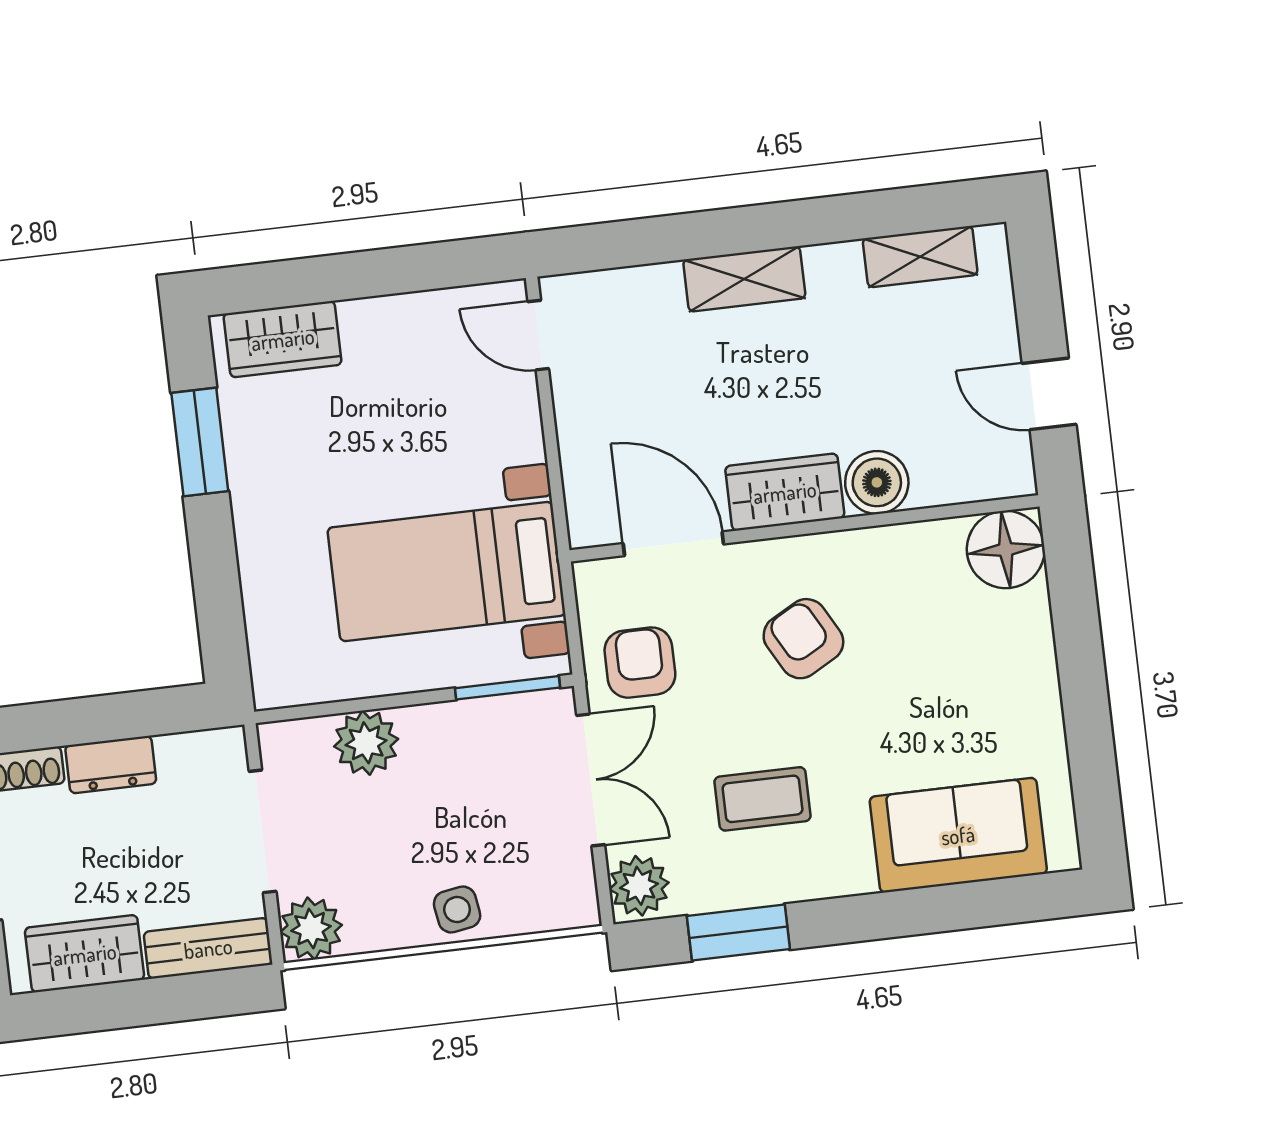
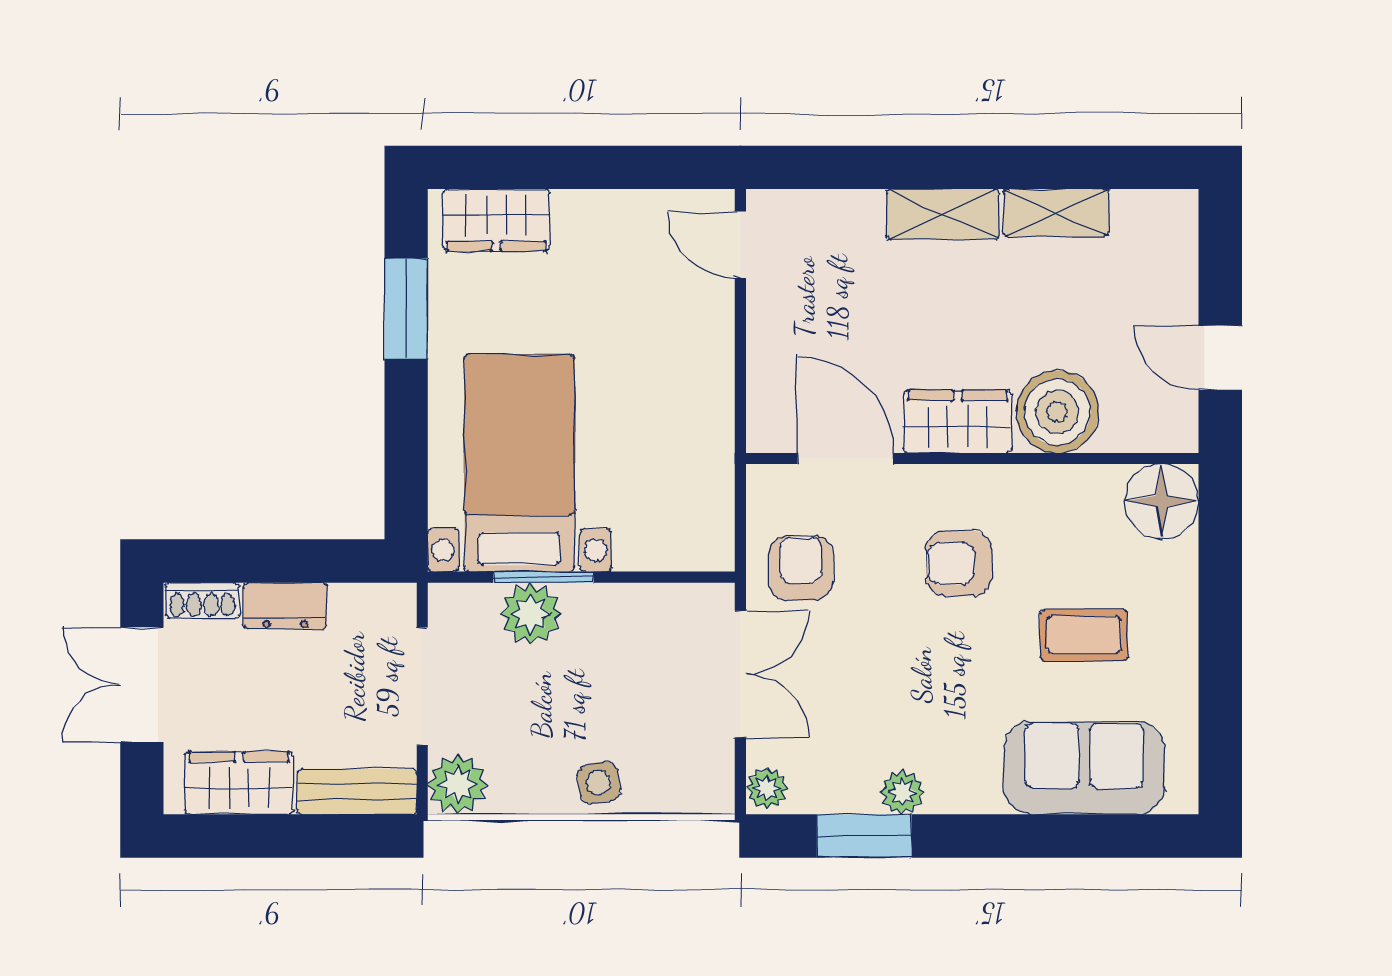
shelving: (920, 257) -> (1056, 213), moved
boiler: (877, 482) -> (1057, 412), width x1.37, depth x1.37
bed with nightstands: (446, 572) -> (519, 463), moved, turned 90
armchair: (803, 639) -> (959, 563), turned -61
window: (507, 688) -> (544, 577), moved
coffee table: (763, 799) -> (1084, 635), moved
plant: (773, 883) -> (902, 792), added
plant: (639, 886) -> (767, 788), width x0.73, depth x0.73

